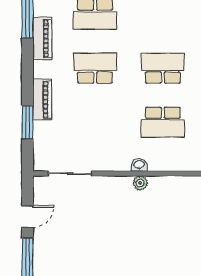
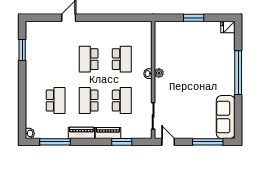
piano: (42, 39) -> (81, 133), moved
school desk: (95, 122) -> (122, 101), added
door: (27, 216) -> (168, 142), moved

